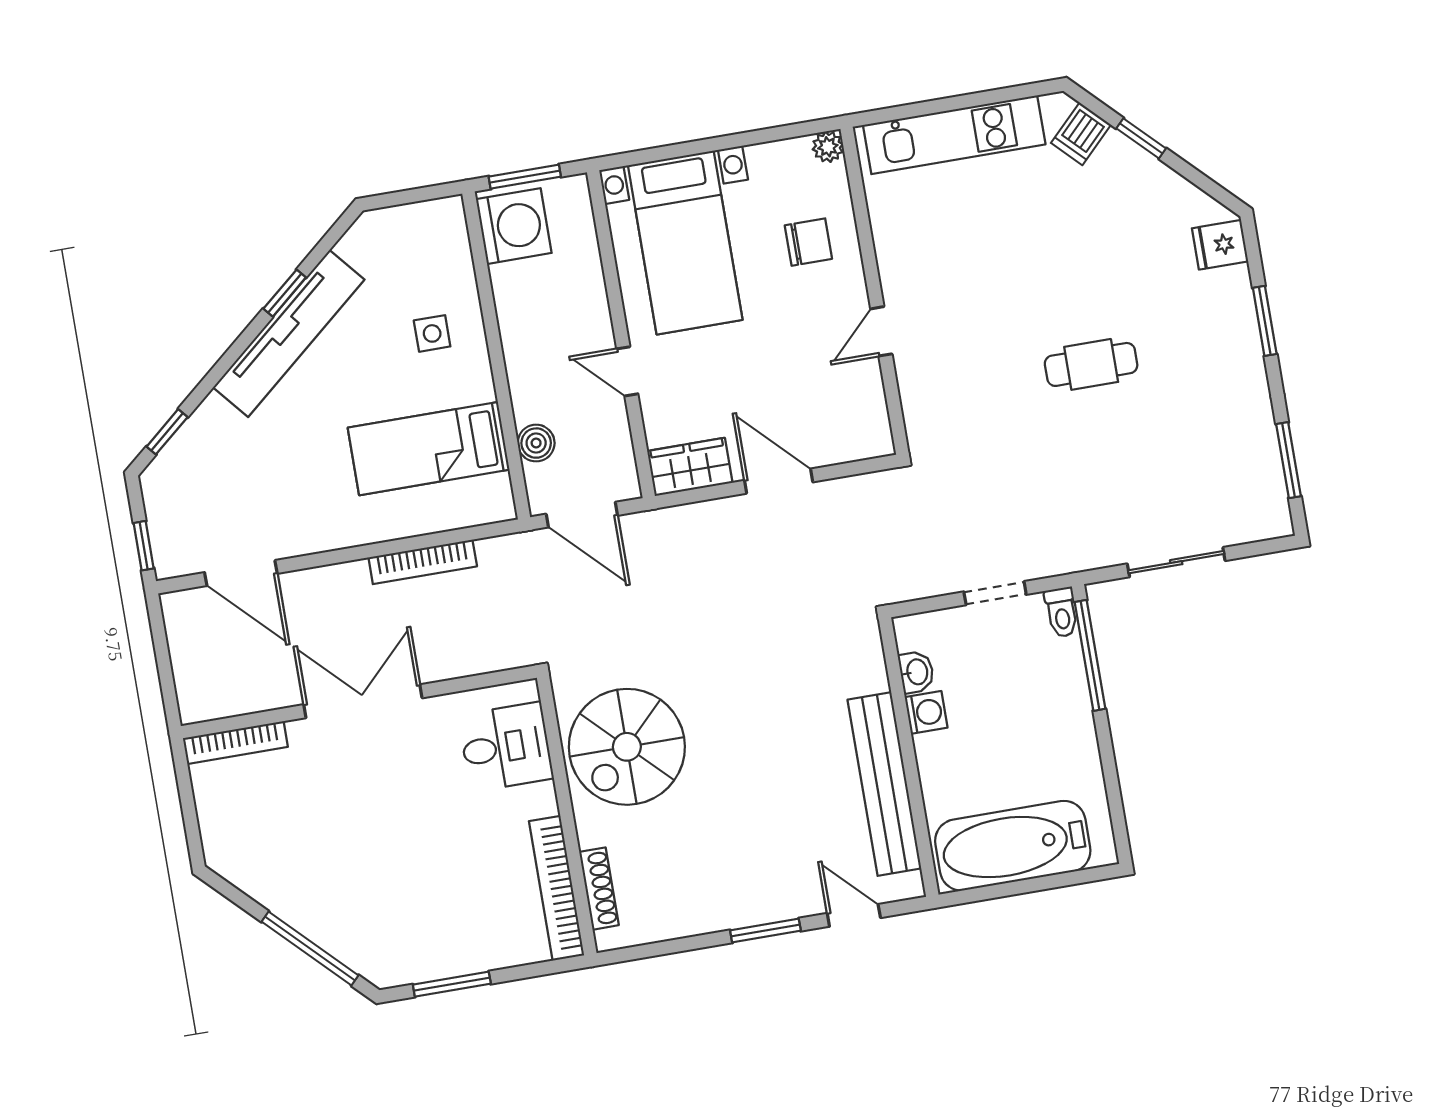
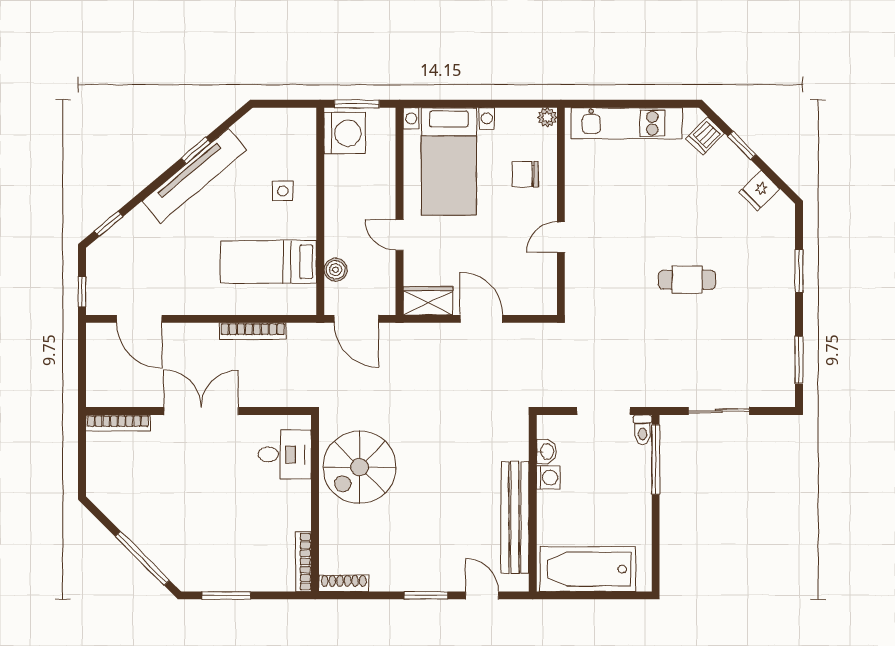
chair: (808, 242) -> (525, 174), turned 180
fridge: (1220, 245) -> (759, 191), moved, turned -45
doorway: (995, 593) -> (603, 411), width x1.38
bookcase: (557, 888) -> (304, 562), width x0.68, depth x0.76
shoe rack: (599, 889) -> (344, 583), moved, turned -90

